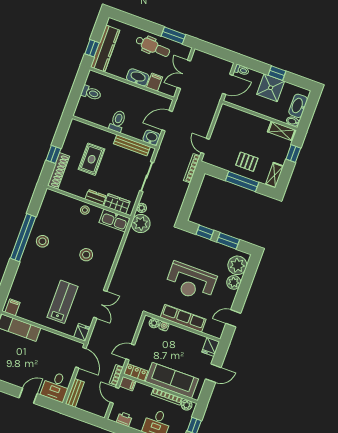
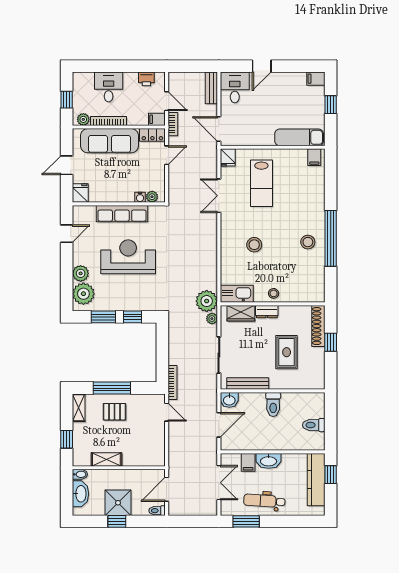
shelving: (282, 131) -> (106, 459), moved

